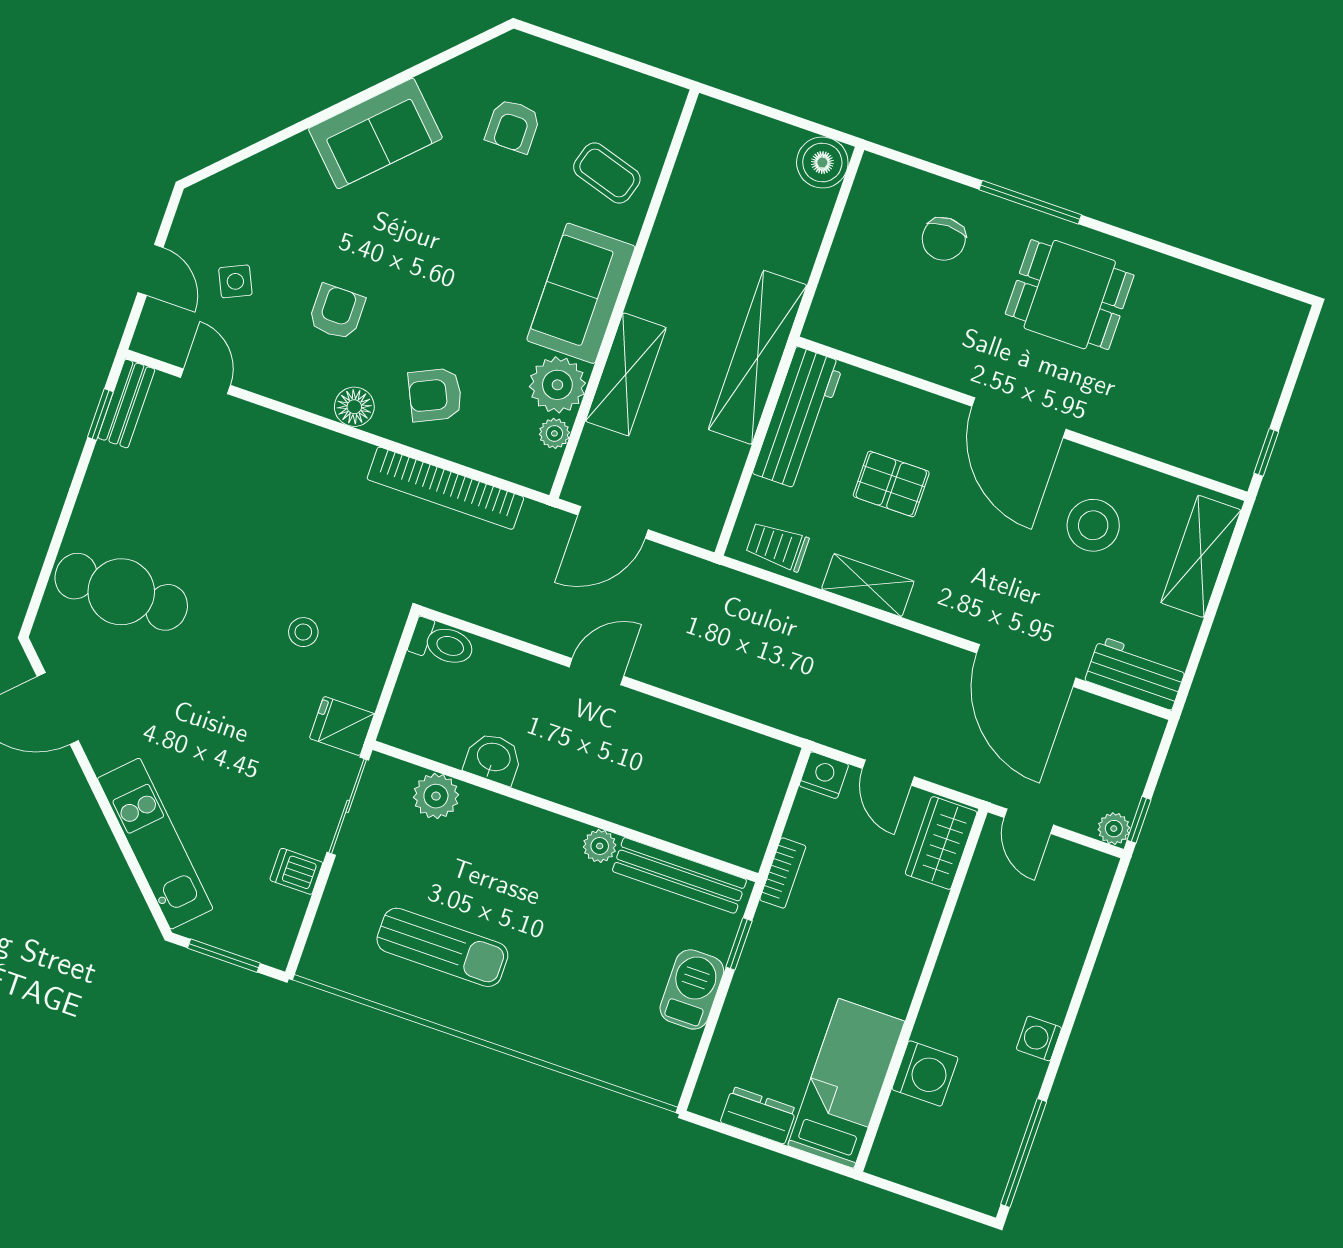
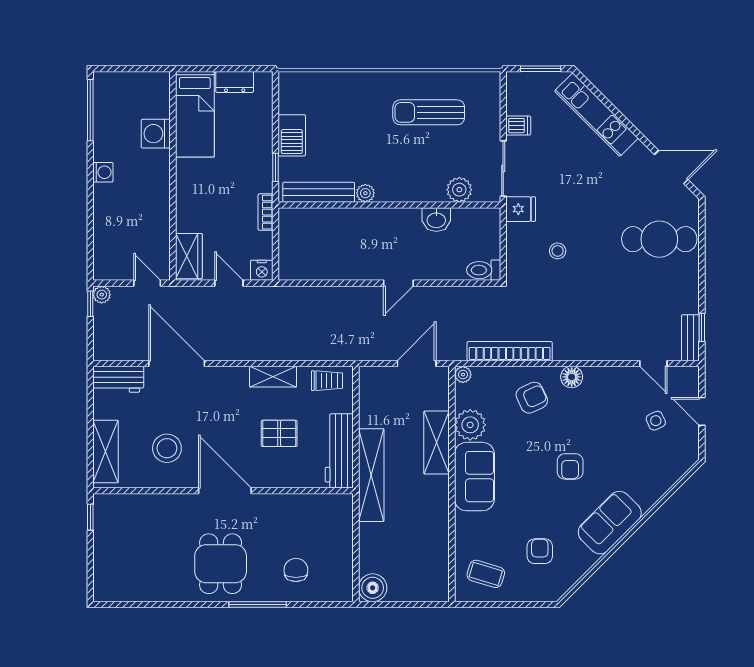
coffee table: (607, 173) -> (486, 574), moved
dining table: (1070, 295) -> (221, 564), turned 90
armchair: (337, 312) -> (570, 466), moved
plant: (554, 433) -> (463, 375), moved

